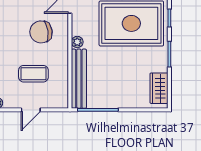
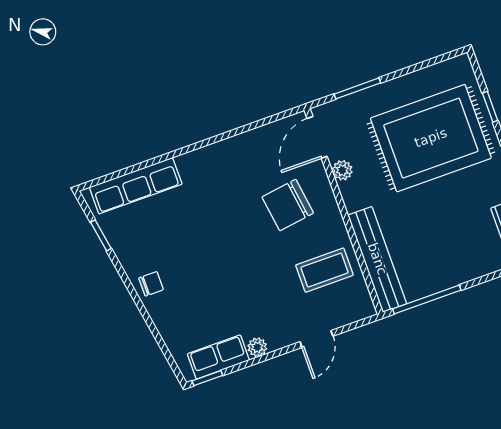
plant: (77, 42) -> (342, 170), moved
coffee table: (33, 74) -> (324, 270), moved

